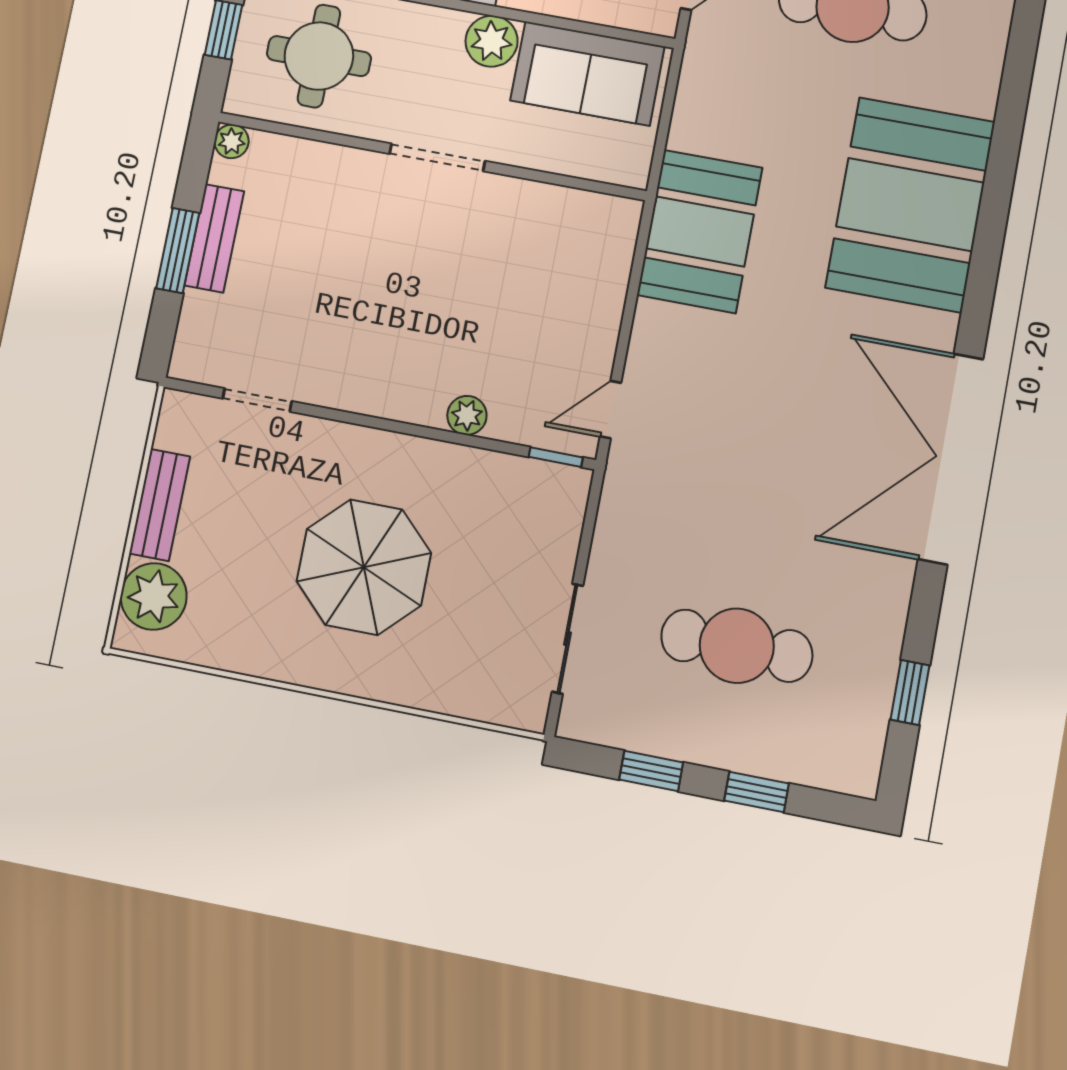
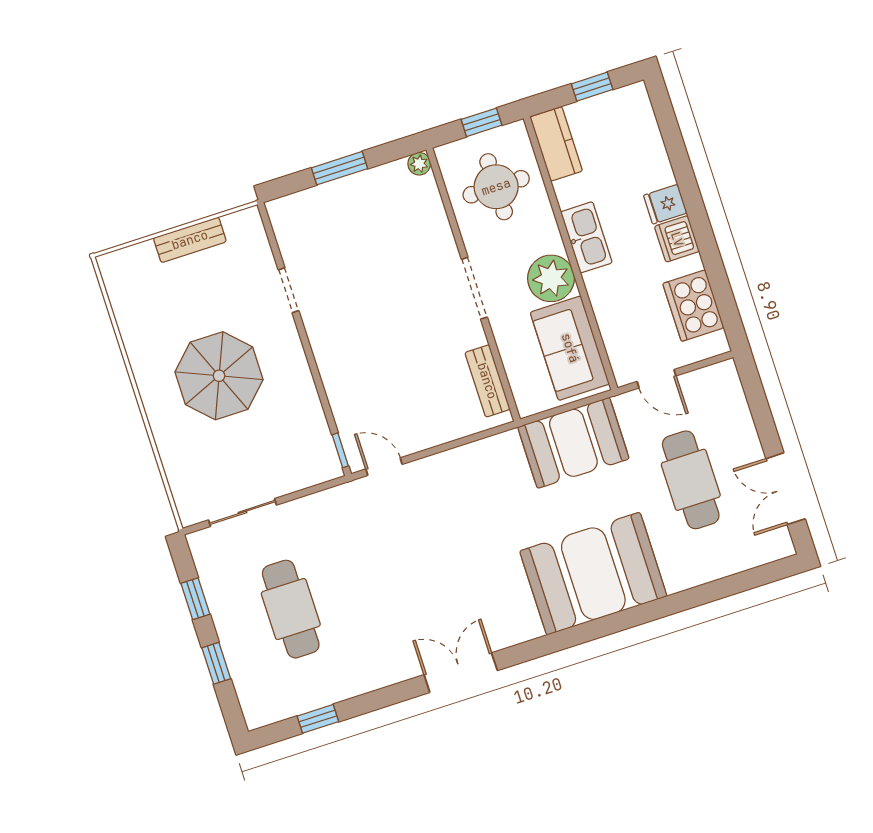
plant: (492, 41) -> (551, 278), width x1.36, depth x1.36
booth: (700, 231) -> (573, 443), moved
bench: (214, 238) -> (487, 381), moved, turned 90
doorway: (257, 400) -> (289, 290), moved
plant: (467, 415) -> (336, 387), removed
double door: (951, 459) -> (461, 673), width x0.54
plant: (154, 596) -> (137, 265), removed

